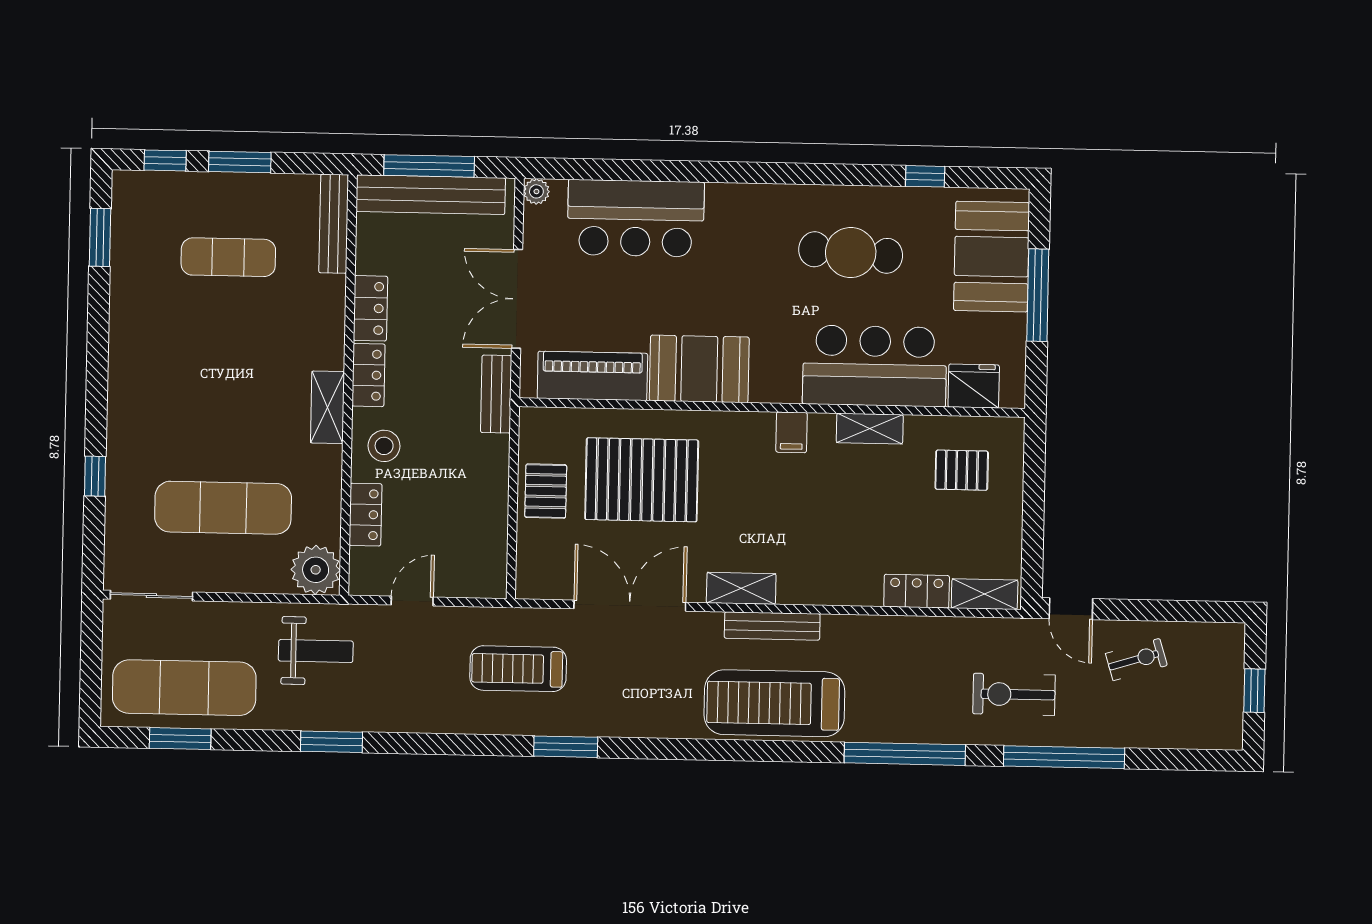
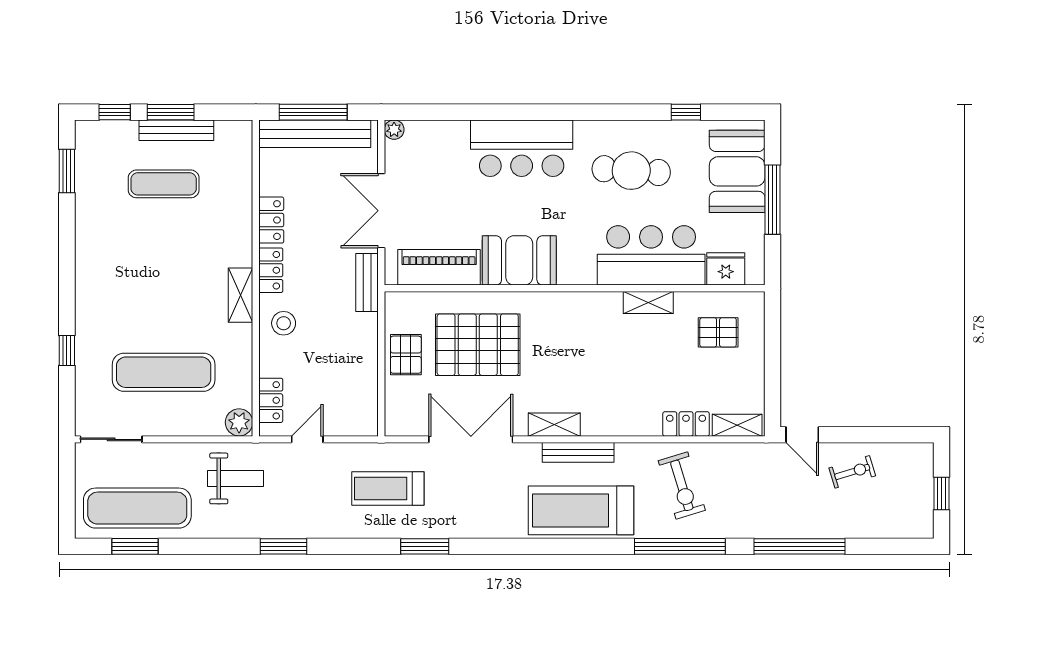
bar counter: (636, 218) -> (522, 148), moved
bench: (334, 224) -> (176, 130), moved, turned 90
filing cabinet: (791, 432) -> (590, 307), removed
locker: (365, 515) -> (271, 400), moved
plant: (316, 570) -> (239, 422), width x0.73, depth x0.73
exercise bike: (1014, 694) -> (682, 485), moved, turned -107
window: (331, 742) -> (283, 546), moved

